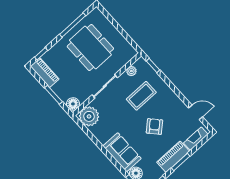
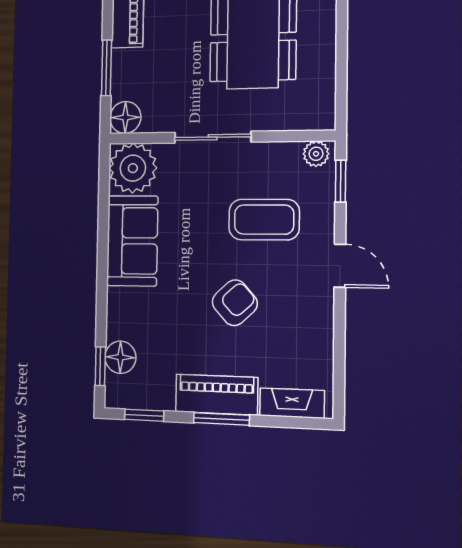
plant: (131, 71) -> (316, 154), moved
door: (196, 112) -> (340, 266), moved
sofa: (122, 152) -> (132, 241), moved

